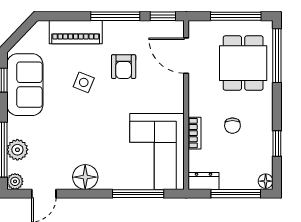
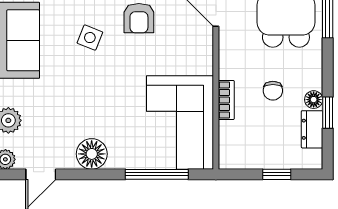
dresser: (203, 181) -> (312, 129), moved, turned -90
floor lamp: (266, 181) -> (314, 100), moved
window: (236, 194) -> (277, 174), width x0.46

